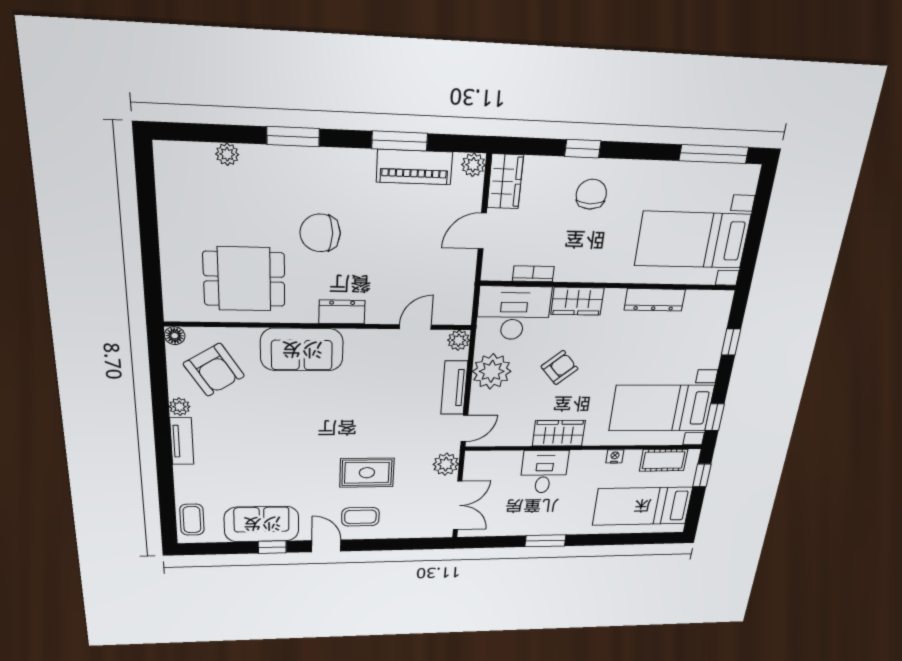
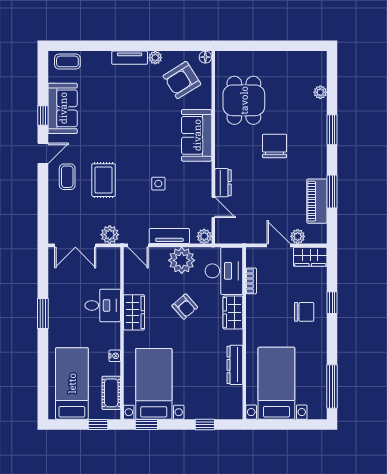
plant: (473, 165) -> (298, 236), moved
dresser: (342, 312) -> (223, 183), moved
side table: (375, 402) -> (158, 184), added

